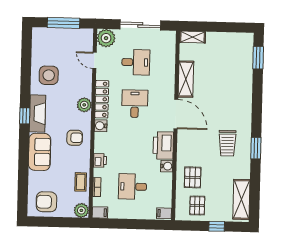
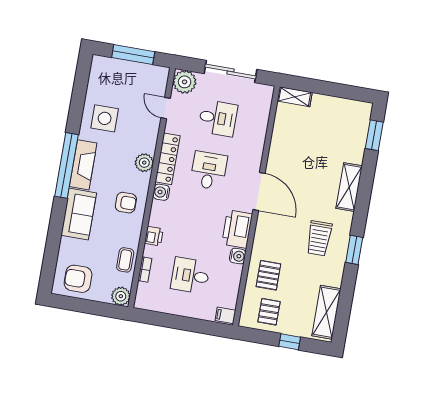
shelving: (186, 79) -> (349, 187), moved
window: (25, 116) -> (67, 165), width x3.17
filing cabinet: (100, 212) -> (144, 302), removed

